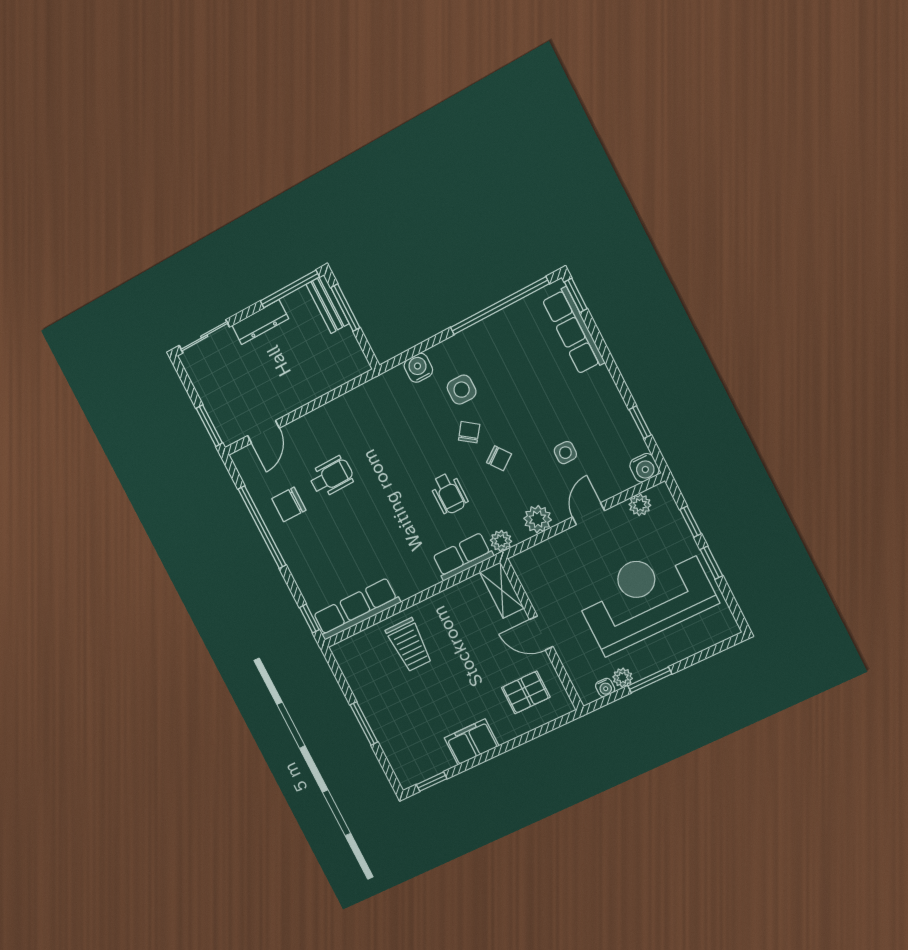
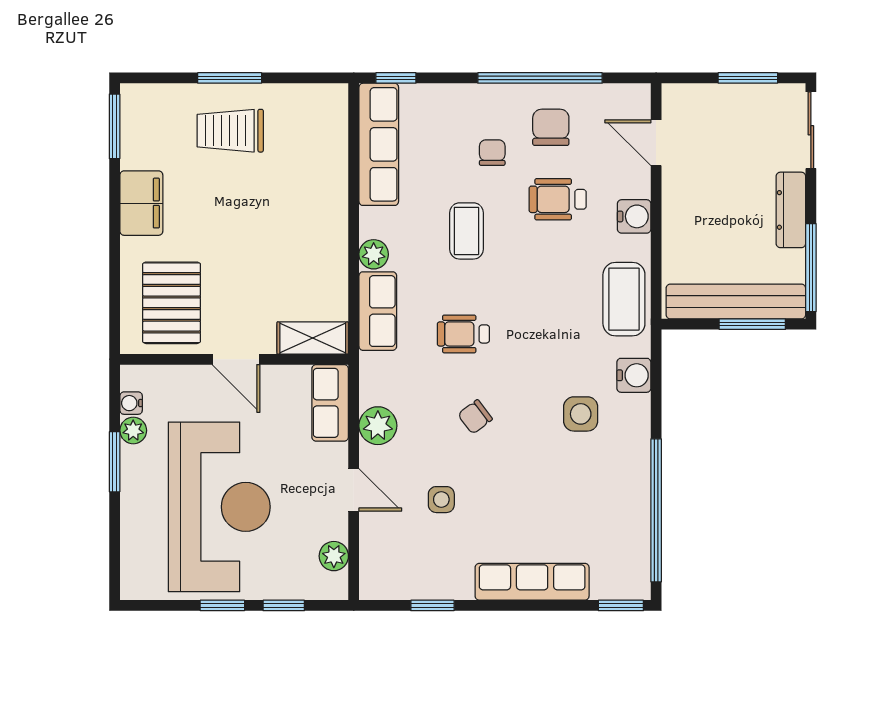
bench: (328, 304) -> (736, 301), width x1.86, depth x1.21
row of seats: (573, 331) -> (532, 582), moved
coffee table: (373, 400) -> (624, 299), added
window: (209, 426) -> (748, 78), moved
chair: (469, 432) -> (492, 153), moved, turned -126
water cooler: (644, 468) -> (634, 216), moved, turned 180
wheelchair: (332, 477) -> (558, 199), turned 91
coffee table: (382, 525) -> (466, 231), added
plant: (501, 541) -> (374, 254), moved
row of seats: (539, 558) -> (330, 403), added
door: (541, 633) -> (236, 359), swing flipped
trolley: (409, 645) -> (230, 131), moved
pallet: (526, 692) -> (172, 303), width x1.50, depth x1.42
window: (432, 782) -> (115, 126), width x1.50

